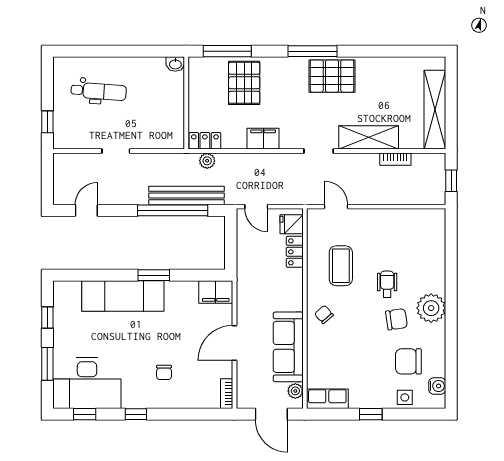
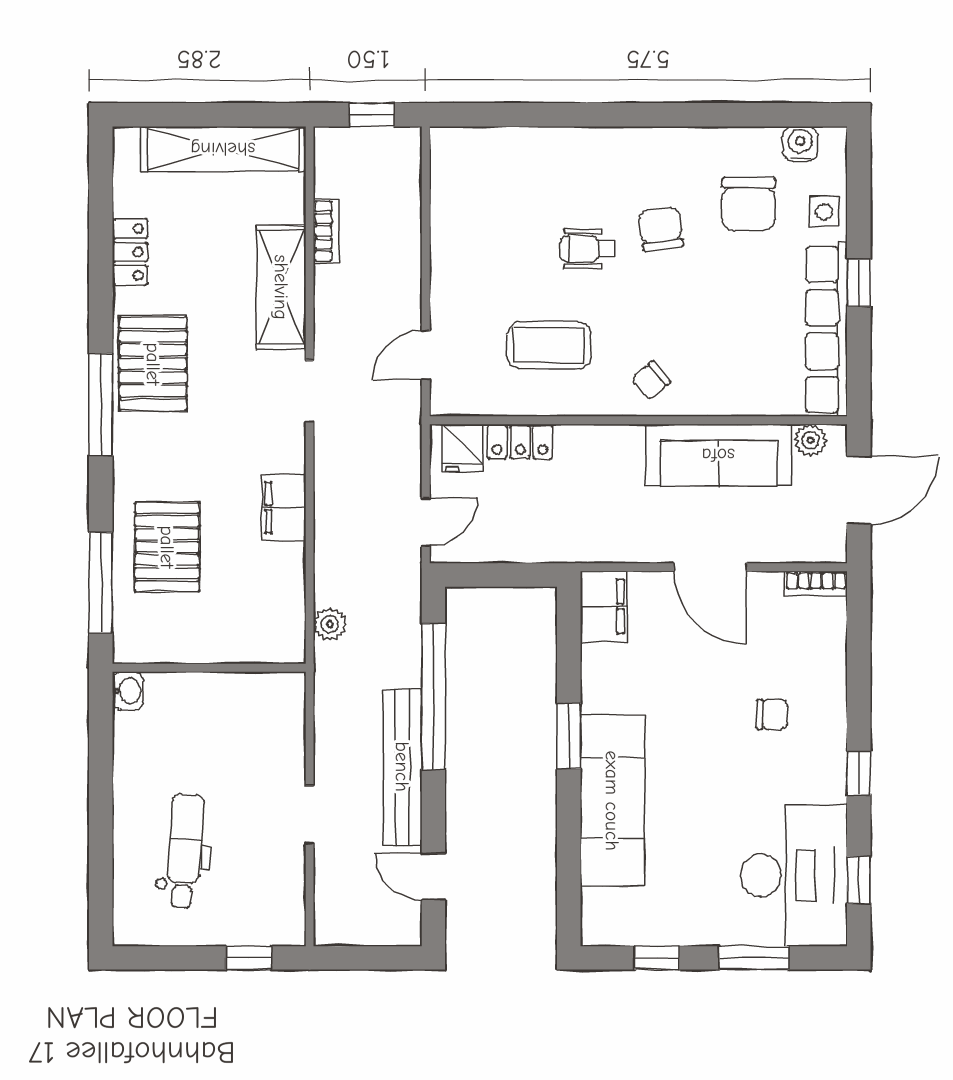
pallet: (244, 83) -> (167, 547), turned 90
locker: (205, 141) -> (130, 252), moved, turned 180
bench: (186, 195) -> (402, 767), moved
plant: (431, 308) -> (637, 157), removed
row of seats: (327, 399) -> (827, 329), width x2.02

